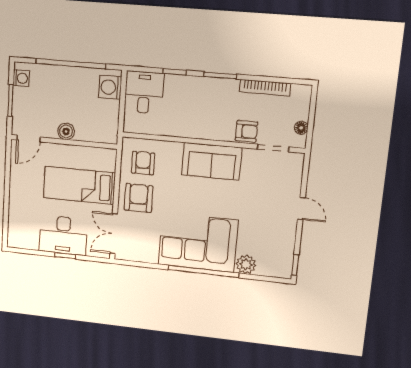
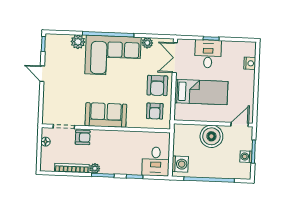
washing machine: (21, 78) -> (246, 157), moved
plant: (231, 86) -> (95, 168), added
boiler: (66, 131) -> (211, 136), width x1.86, depth x1.86
armchair: (247, 131) -> (83, 137), turned 180
door: (301, 209) -> (42, 74), moved
nightstand: (15, 220) -> (250, 63), added
double door: (114, 234) -> (175, 58), swing flipped
desk: (63, 235) -> (208, 54), width x0.73
plant: (150, 256) -> (147, 43), added

